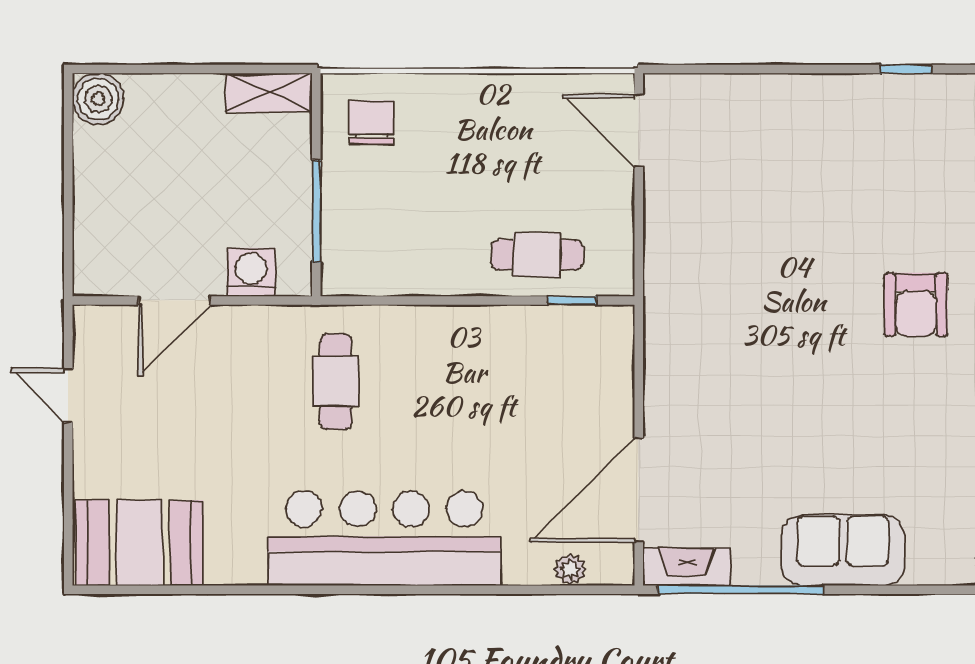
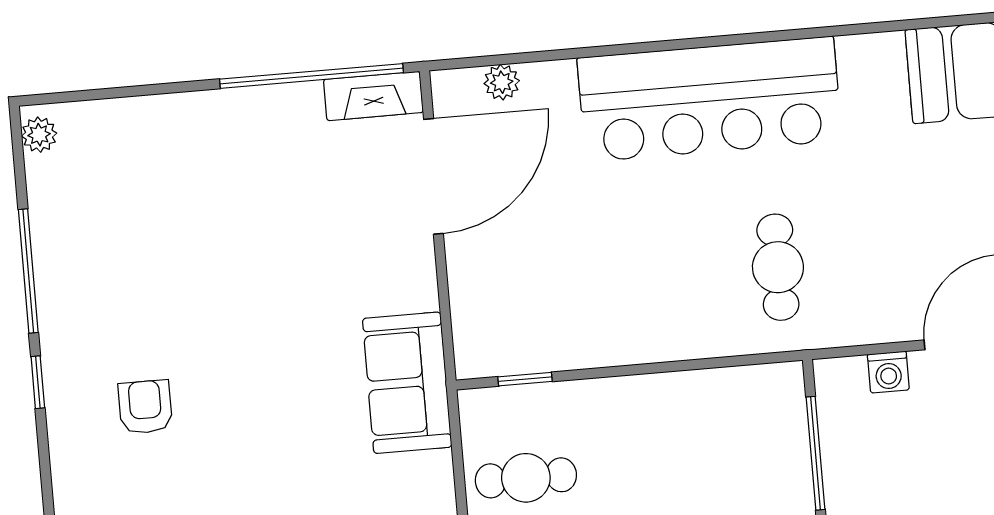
cafe table: (537, 255) -> (526, 478), moved
washing machine: (251, 272) -> (888, 372), width x0.73, depth x0.73
armchair: (916, 305) -> (145, 407), width x0.72, depth x0.72
sofa: (843, 550) -> (407, 383), moved, turned 90

